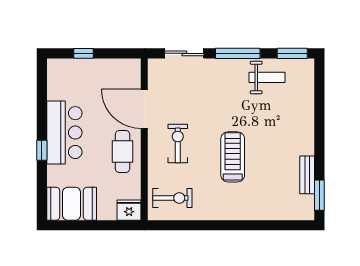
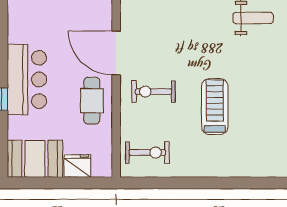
exercise bike: (178, 143) -> (154, 92), turned -90
fridge: (129, 210) -> (77, 166), moved

